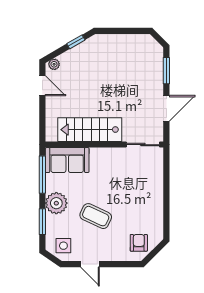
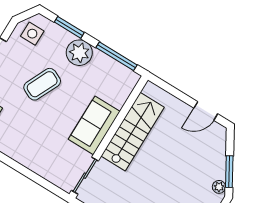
window: (76, 42) -> (229, 172), width x1.50
plant: (54, 64) -> (219, 187), moved
sofa: (67, 160) -> (94, 125), moved

